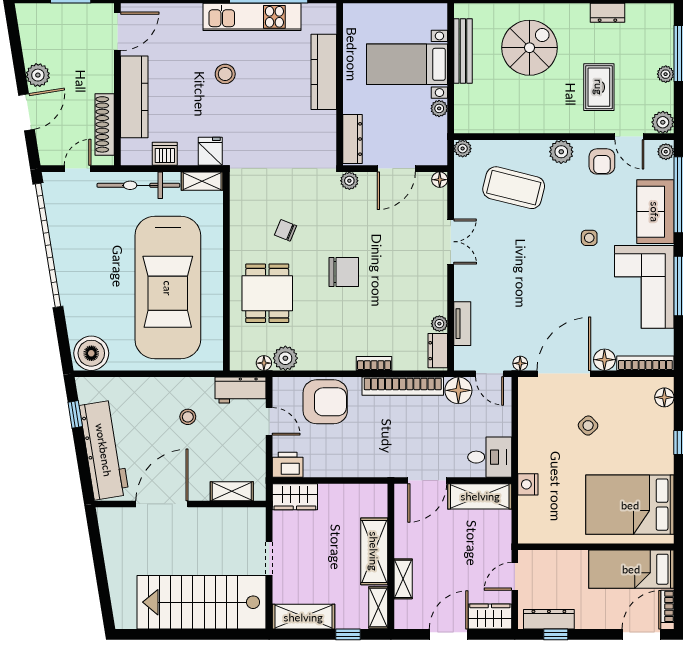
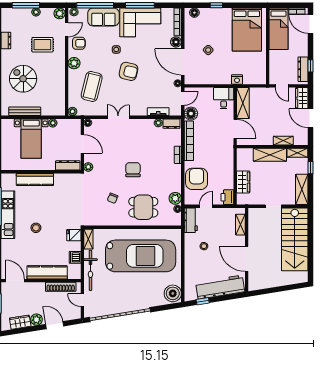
wardrobe: (33, 42) -> (20, 322), added
armchair: (545, 263) -> (128, 71), added
wardrobe: (295, 497) -> (243, 182), moved

